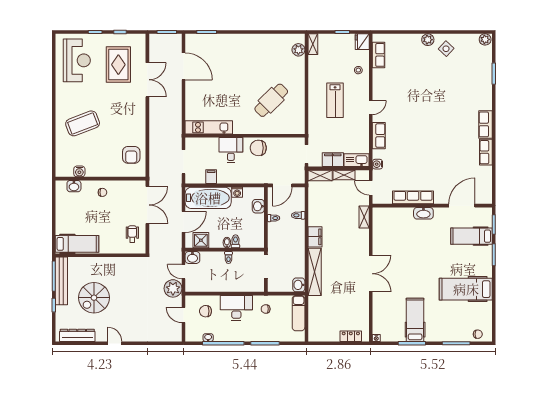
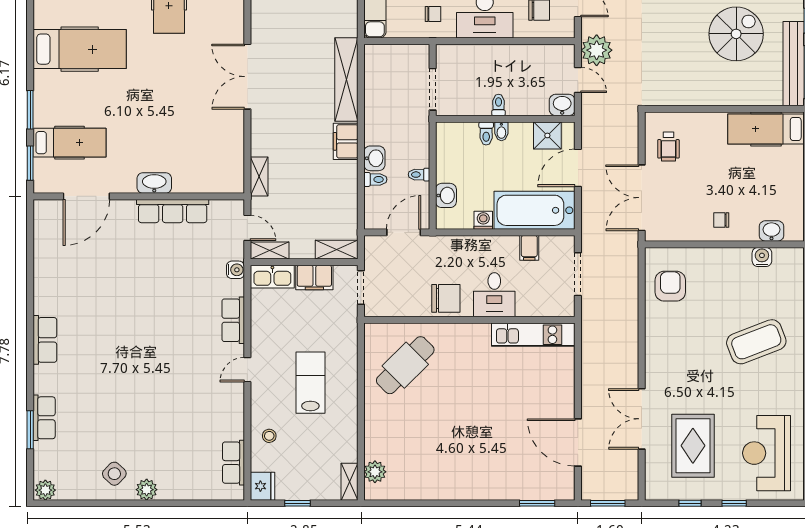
cafe table: (271, 100) -> (405, 365), moved
row of seats: (486, 152) -> (44, 418), moved
shelving: (344, 175) -> (270, 251), moved
washbasin: (299, 285) -> (374, 158), moved

